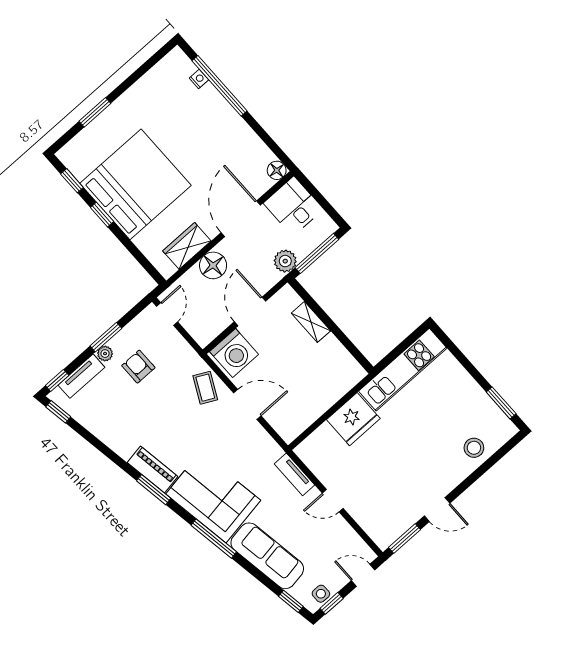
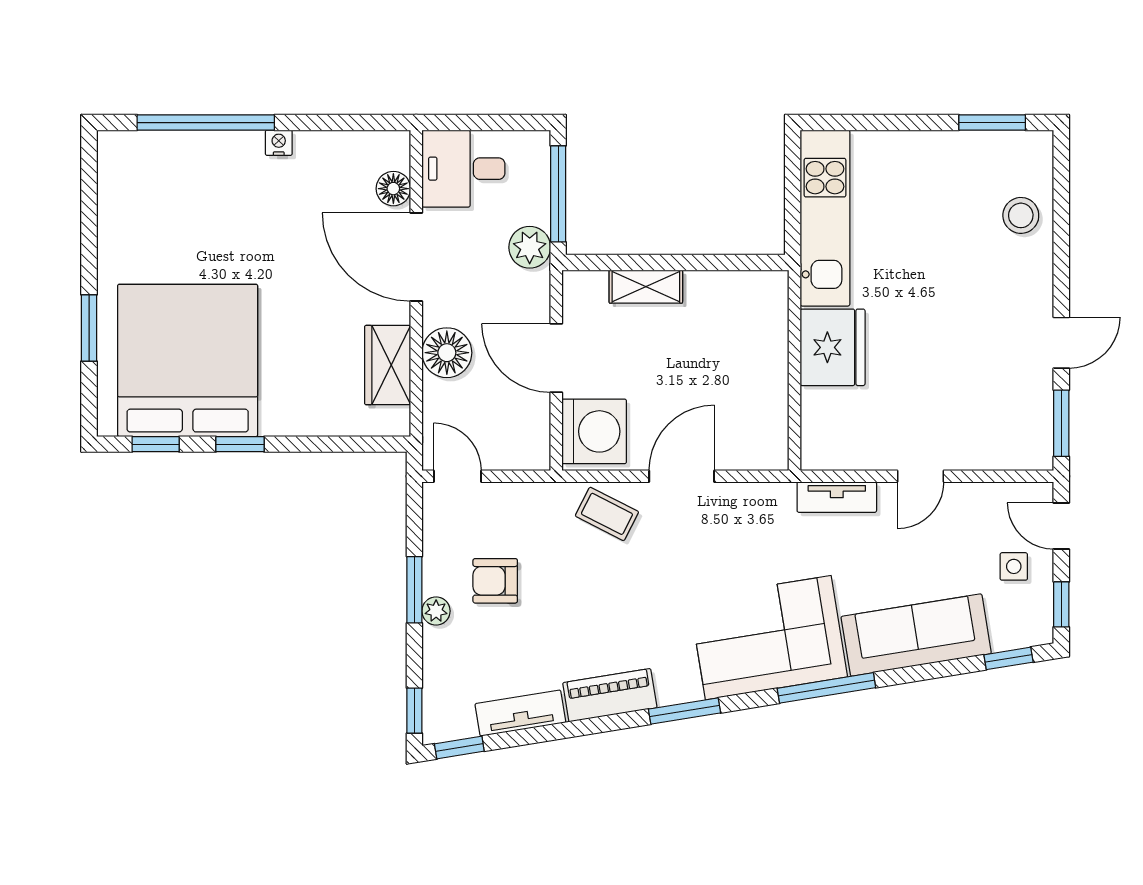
nightstand: (199, 79) -> (279, 143), moved
floor lamp: (277, 170) -> (393, 189), moved
bed: (135, 184) -> (188, 360), moved
tv unit: (81, 376) -> (520, 713), moved, turned -99
piano: (152, 469) -> (610, 695), moved
door: (363, 575) -> (1061, 526), hinge flipped
side table: (321, 594) -> (1014, 566), moved

